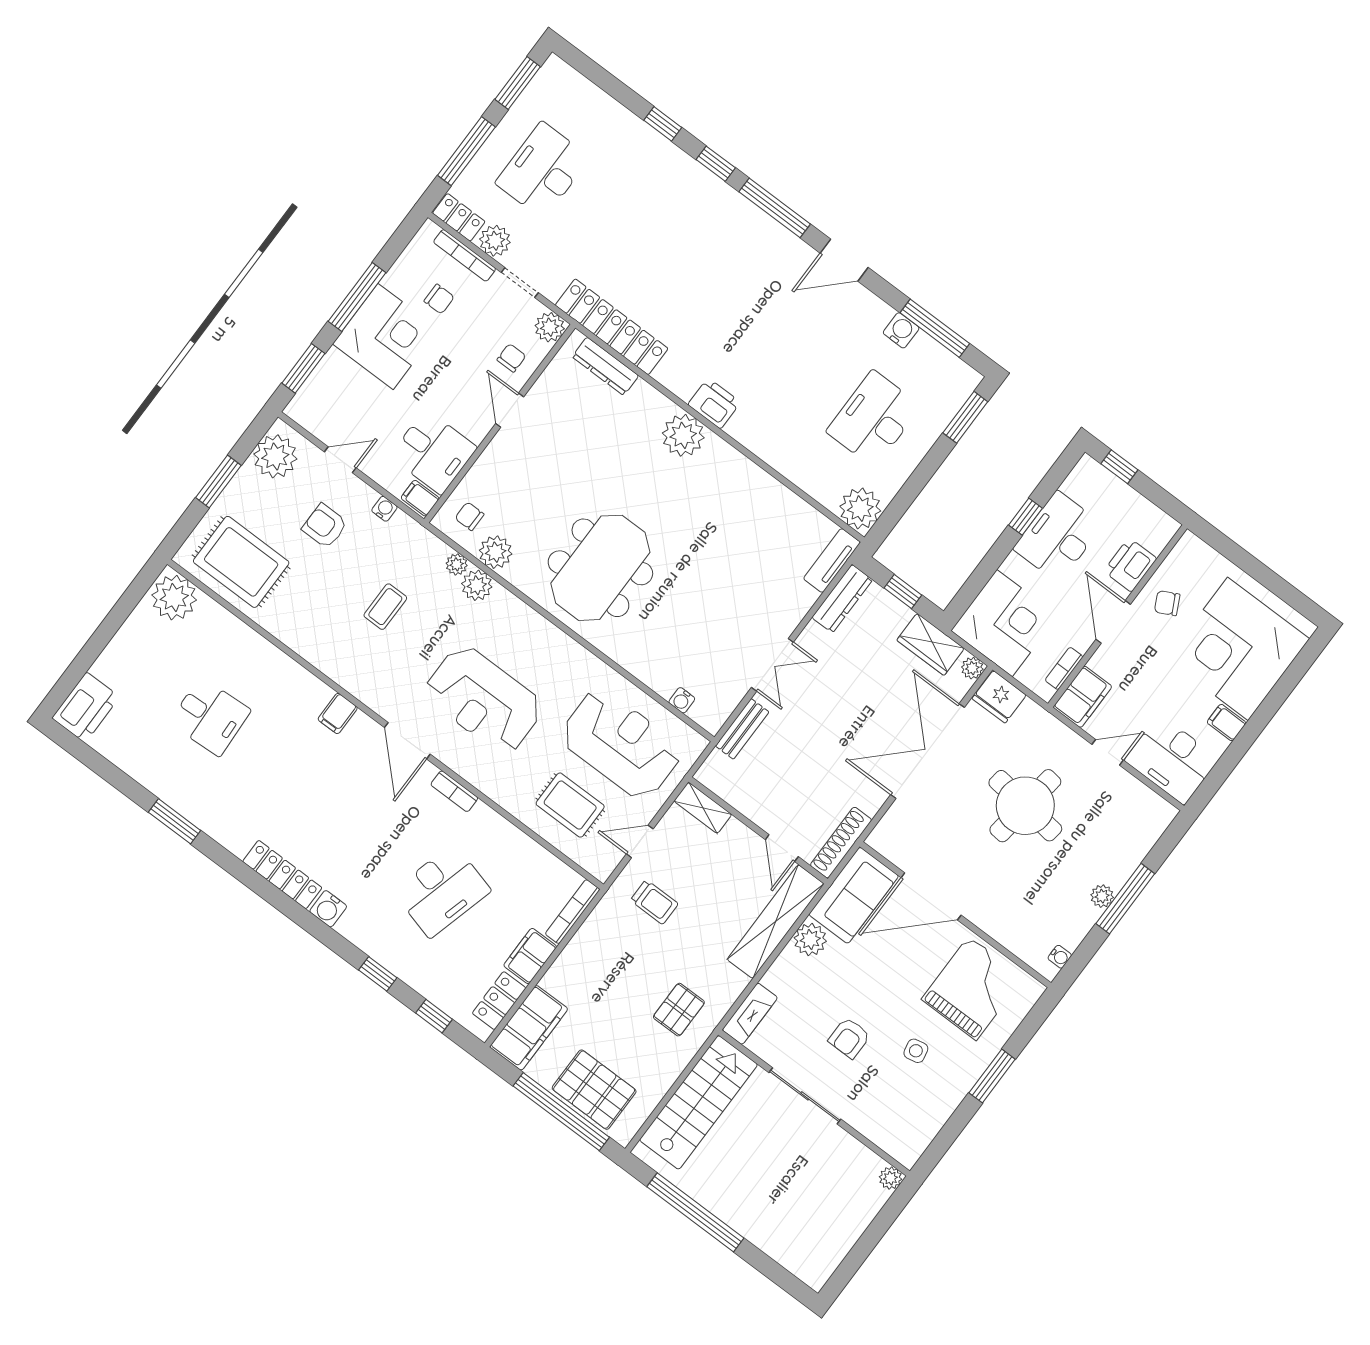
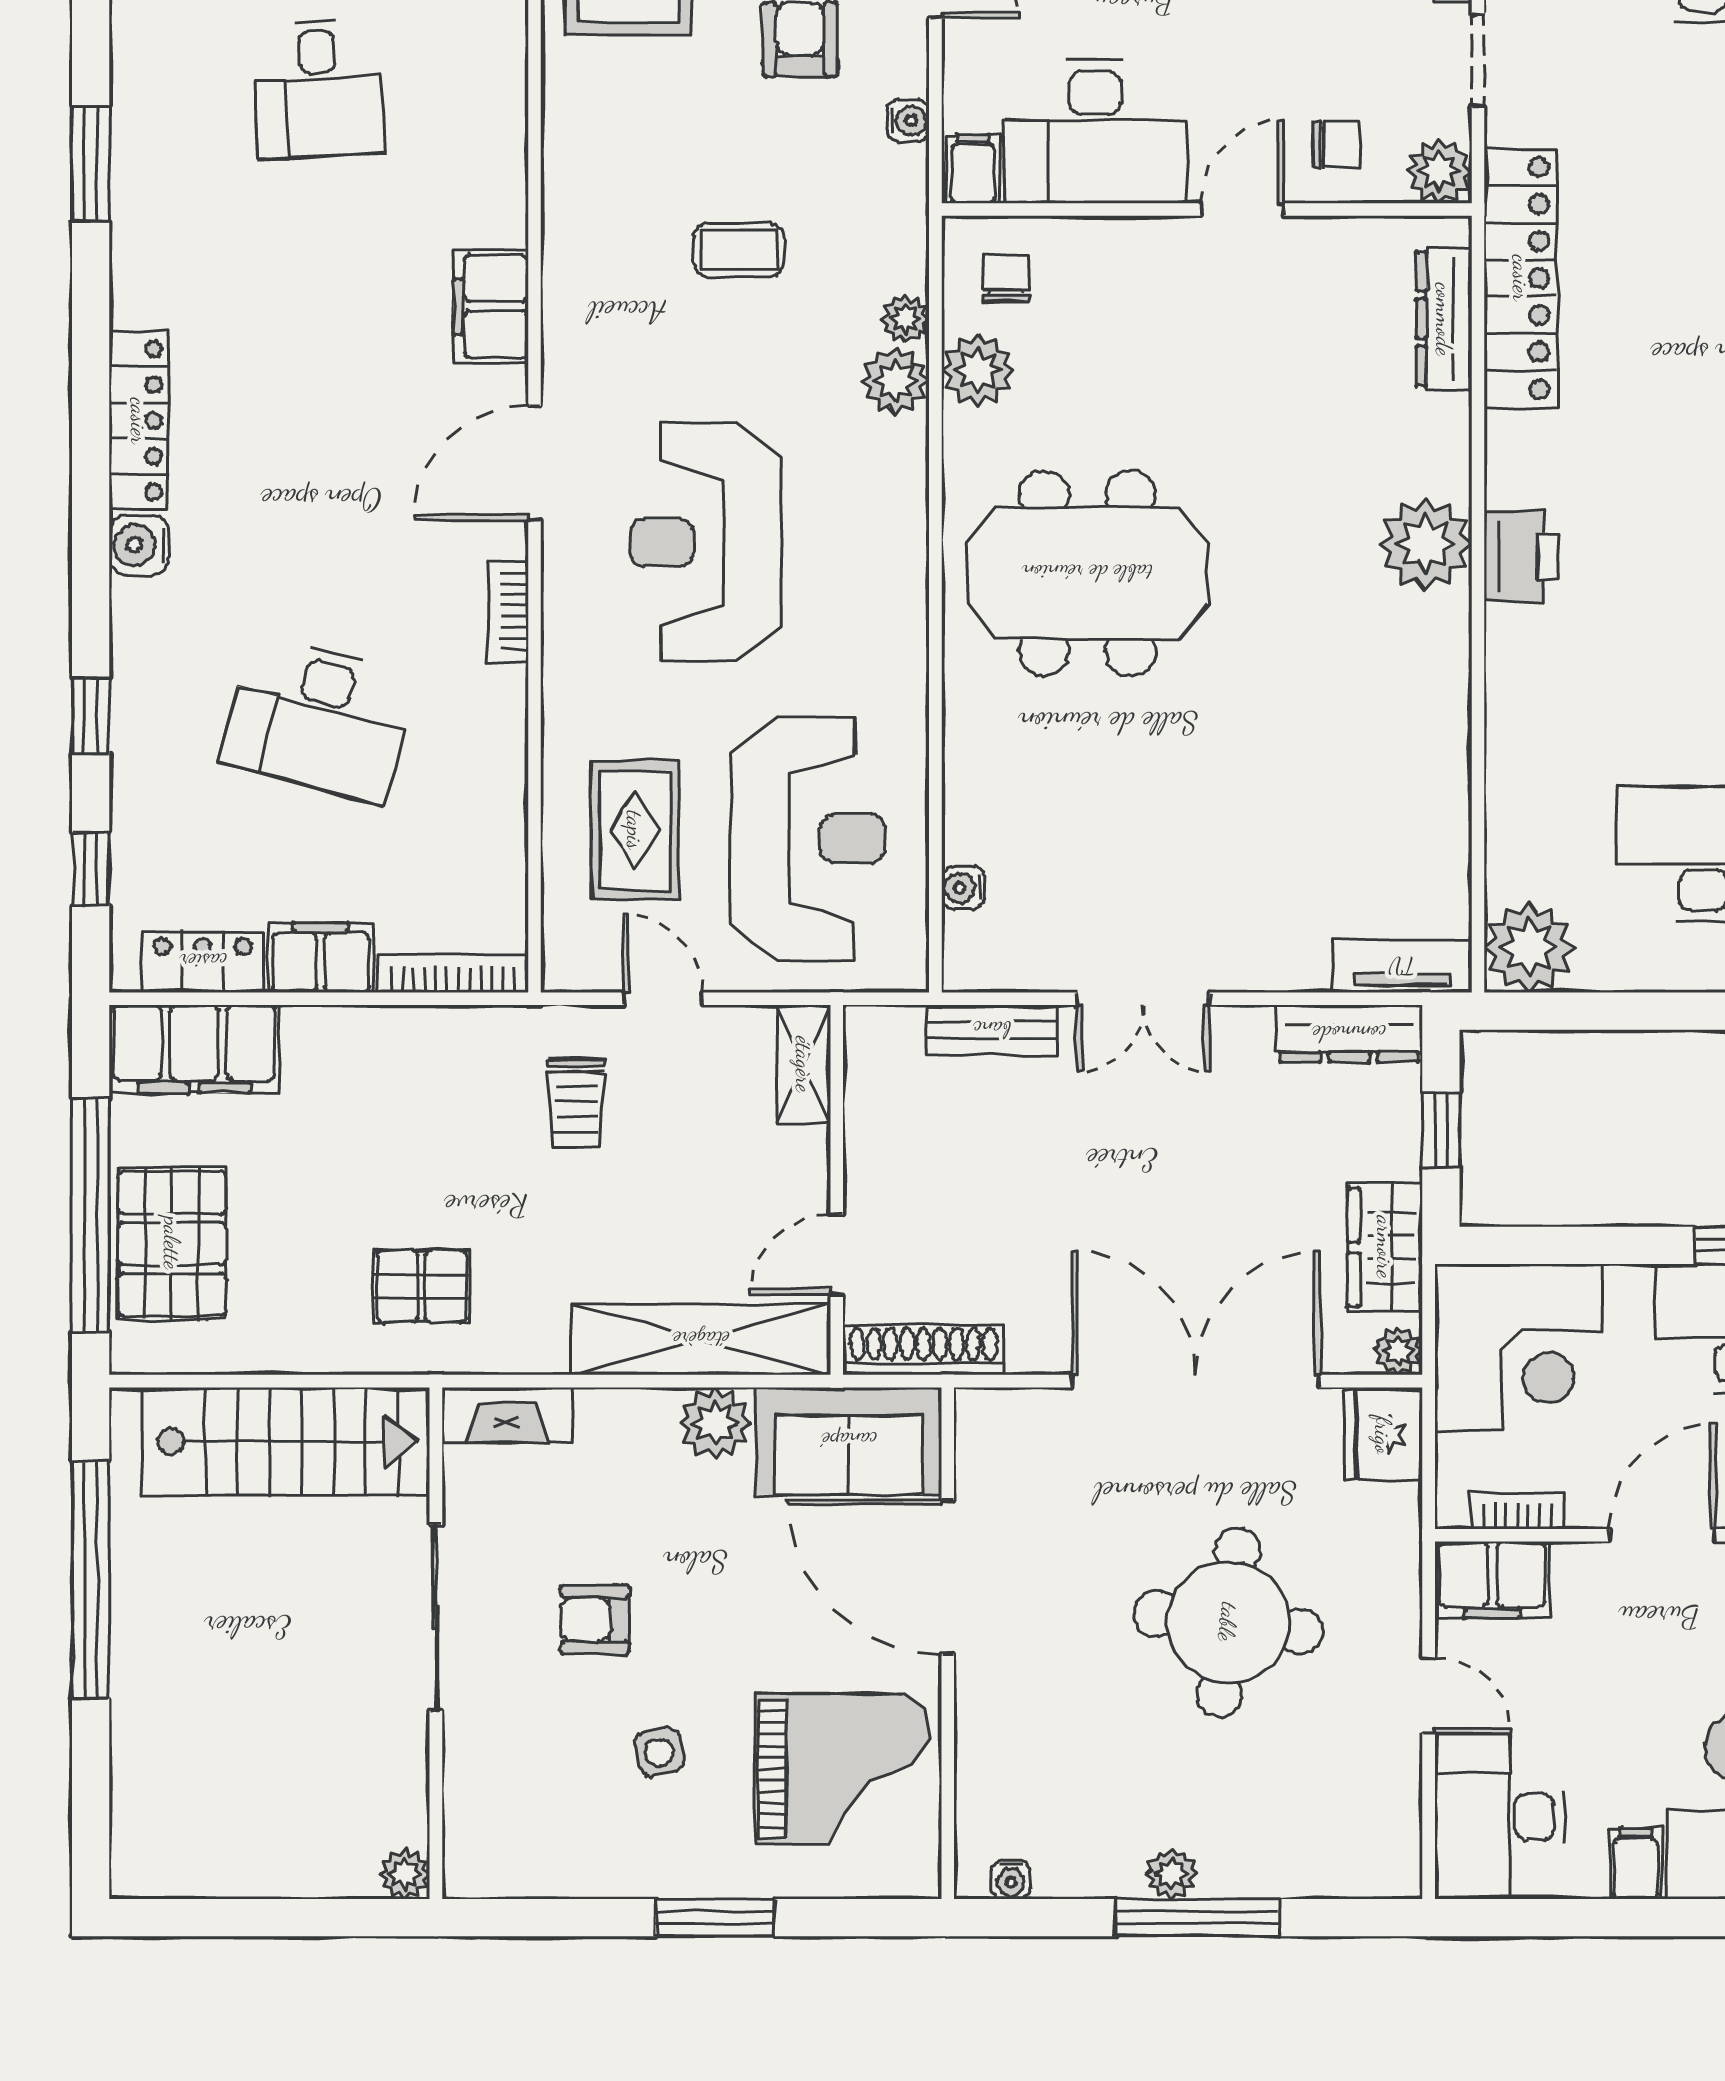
desk: (433, 452) -> (1095, 131), width x1.37
filing cabinet: (338, 713) -> (491, 307), width x2.00

